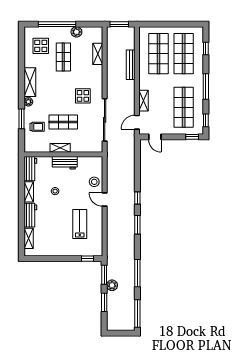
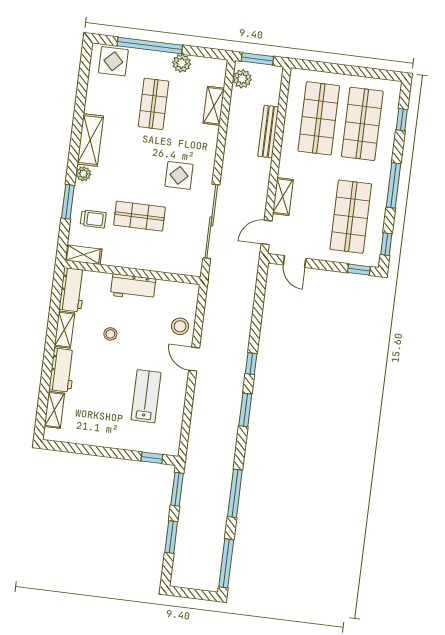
display table: (41, 46) -> (113, 61), moved
shelving: (60, 148) -> (83, 255), moved
plant: (112, 285) -> (242, 79), moved

